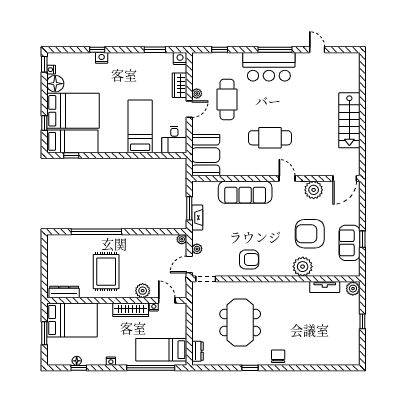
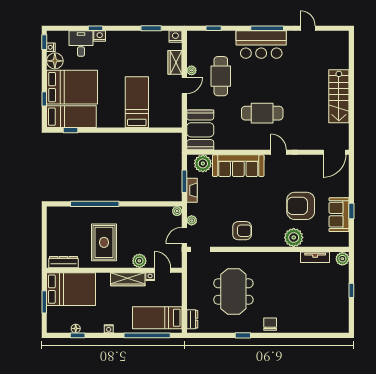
desk: (174, 140) -> (81, 44), moved, turned 180
plant: (314, 190) -> (203, 163), moved

